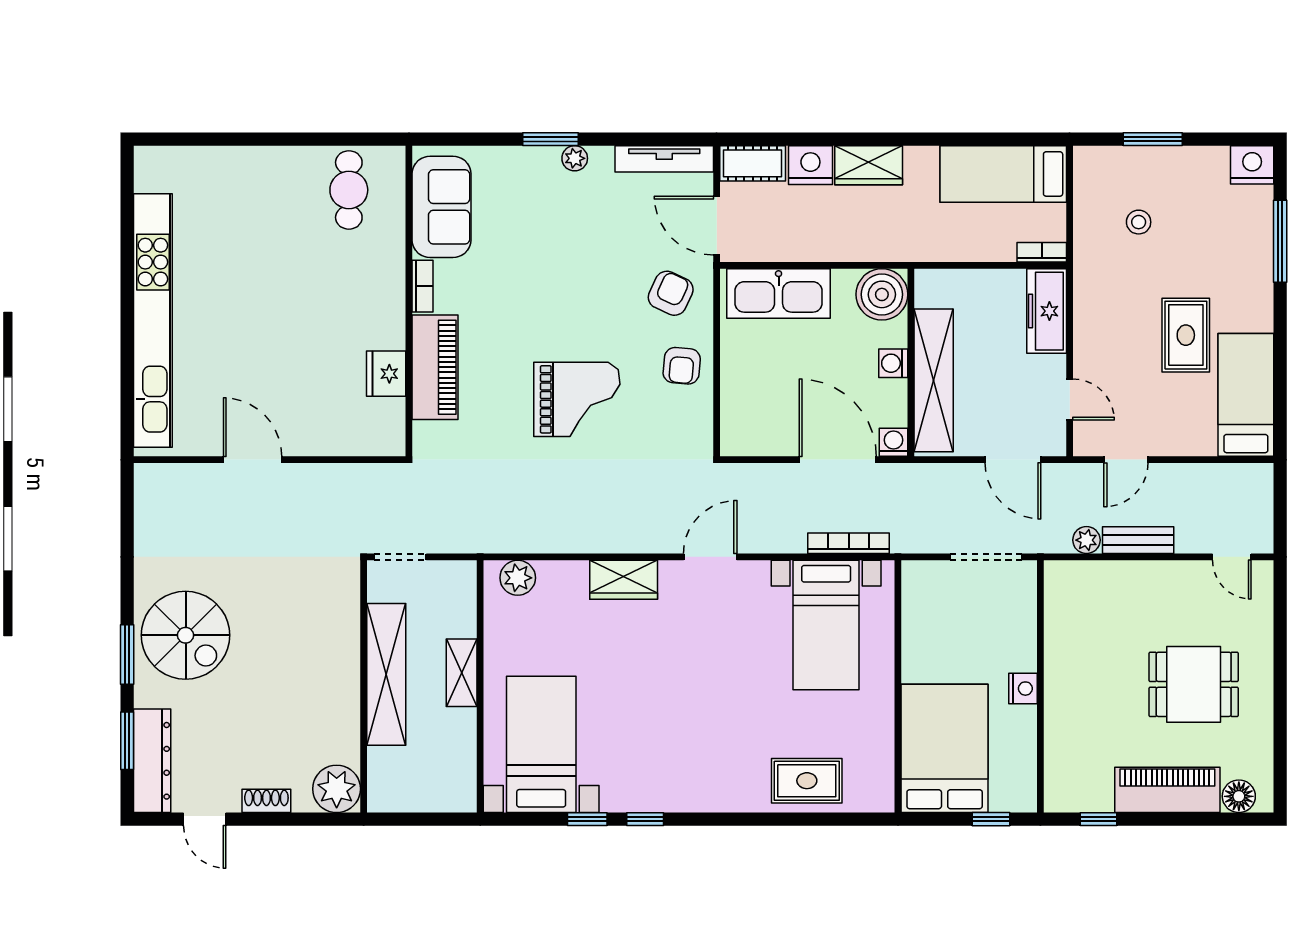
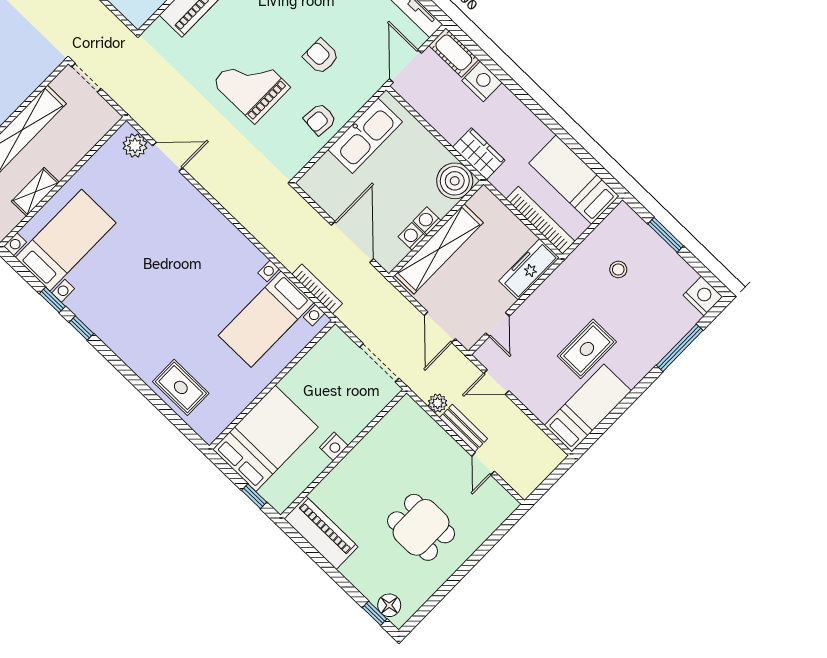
wardrobe: (869, 165) -> (479, 154), moved, turned 180
bookcase: (1042, 252) -> (540, 220), width x2.31, depth x1.31
armchair: (671, 293) -> (321, 56), moved, turned -115
kitchen sink: (779, 293) -> (365, 136), moved, turned -90
grand piano: (577, 399) -> (251, 85), turned 180
washing machine: (893, 442) -> (412, 236), moved, turned -90
door: (710, 557) -> (168, 157), moved
door: (1232, 557) -> (483, 464), moved
wardrobe: (624, 580) -> (187, 198), removed
shelving: (462, 673) -> (35, 192), moved
piano: (1167, 790) -> (321, 533), moved
window: (1098, 819) -> (375, 613), moved

